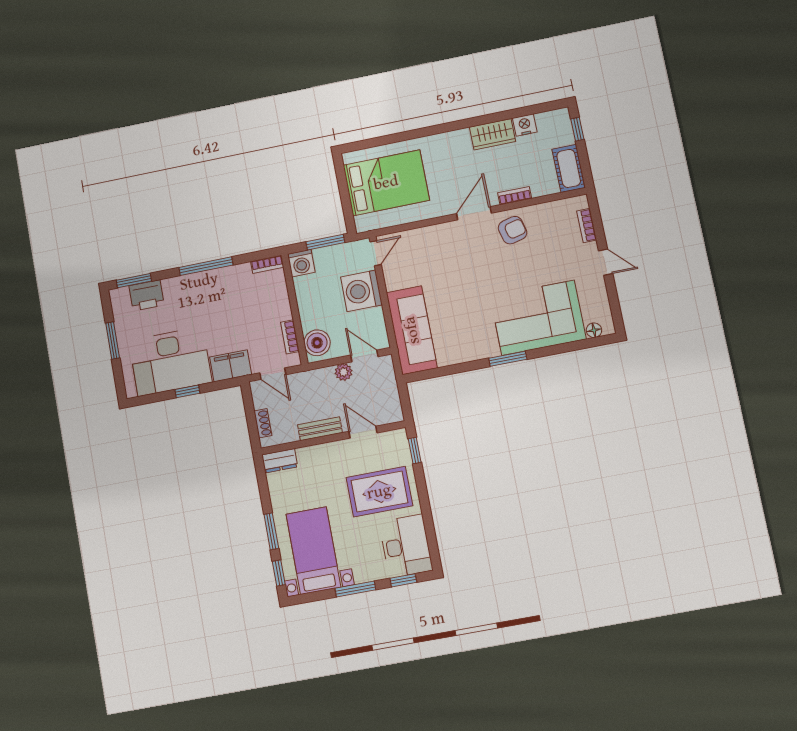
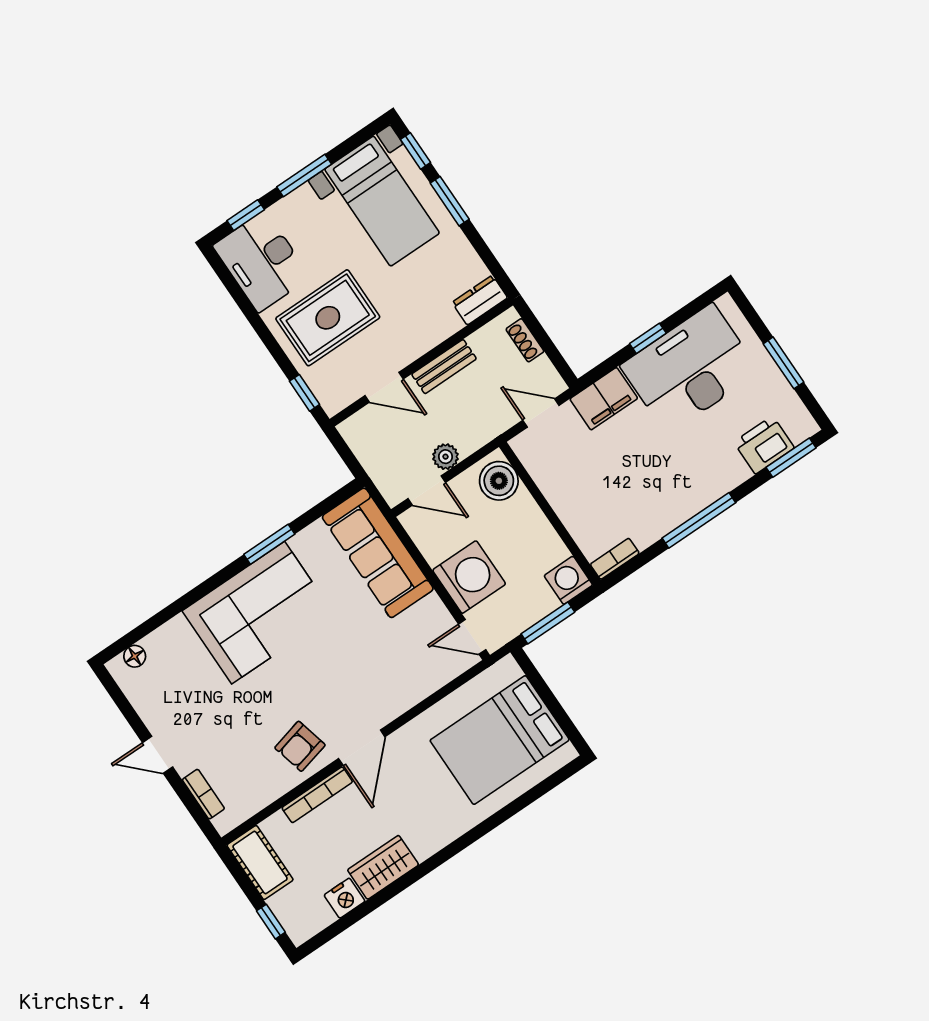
bookcase: (515, 196) -> (317, 795), width x1.56
door: (376, 253) -> (472, 637), hinge flipped
corner sofa: (538, 318) -> (258, 613), moved
bookcase: (290, 337) -> (540, 473), removed
window: (508, 359) -> (269, 544), moved

